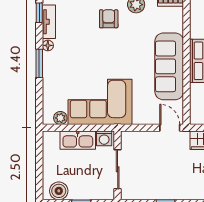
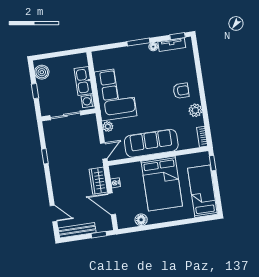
plant: (60, 118) -> (108, 126), moved

